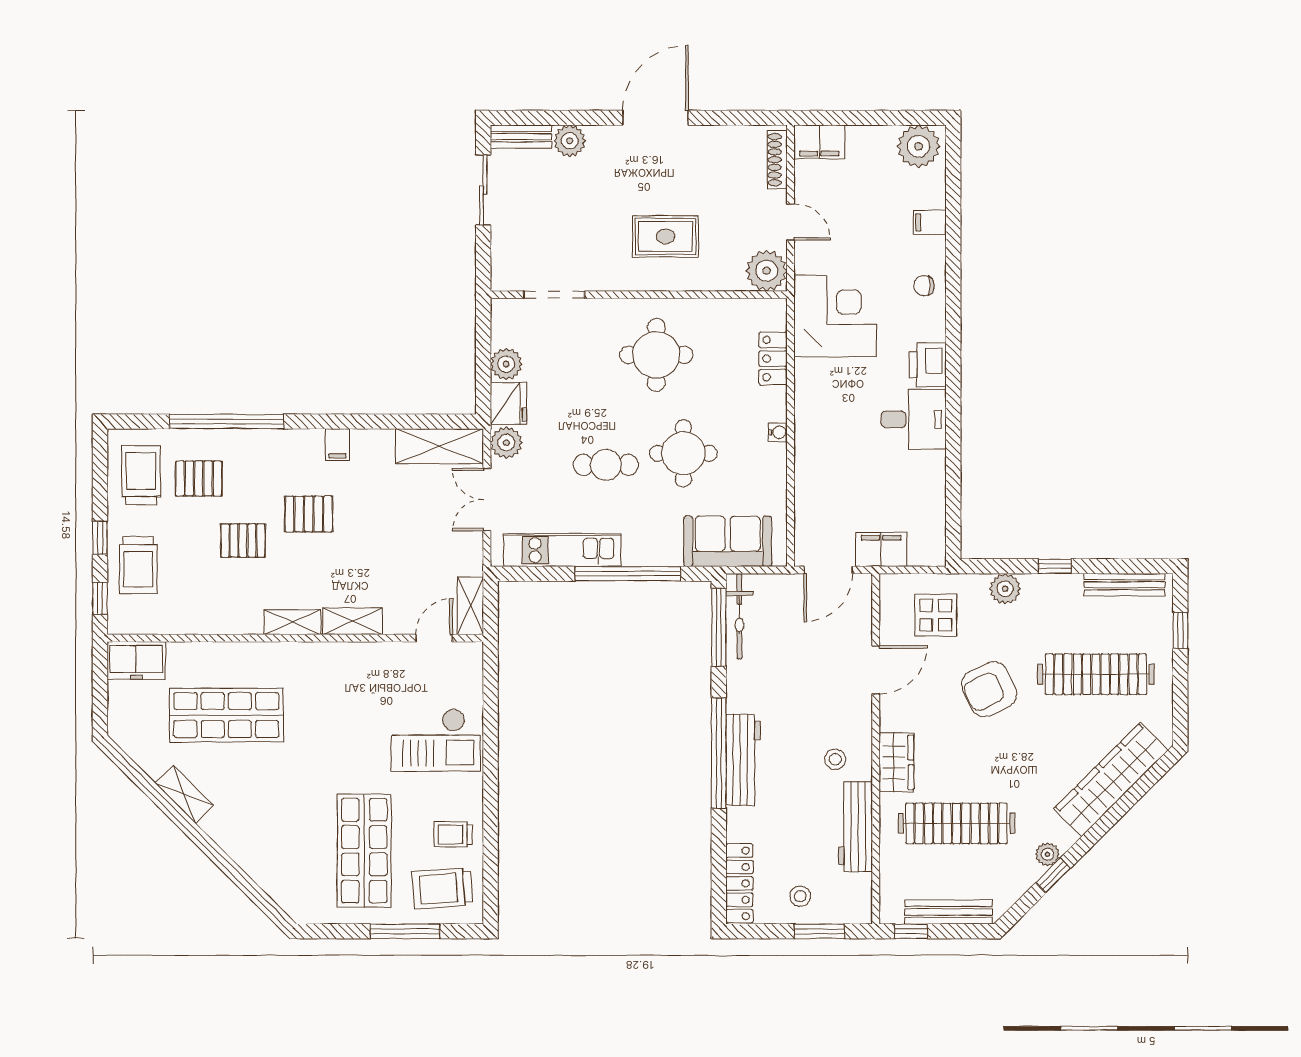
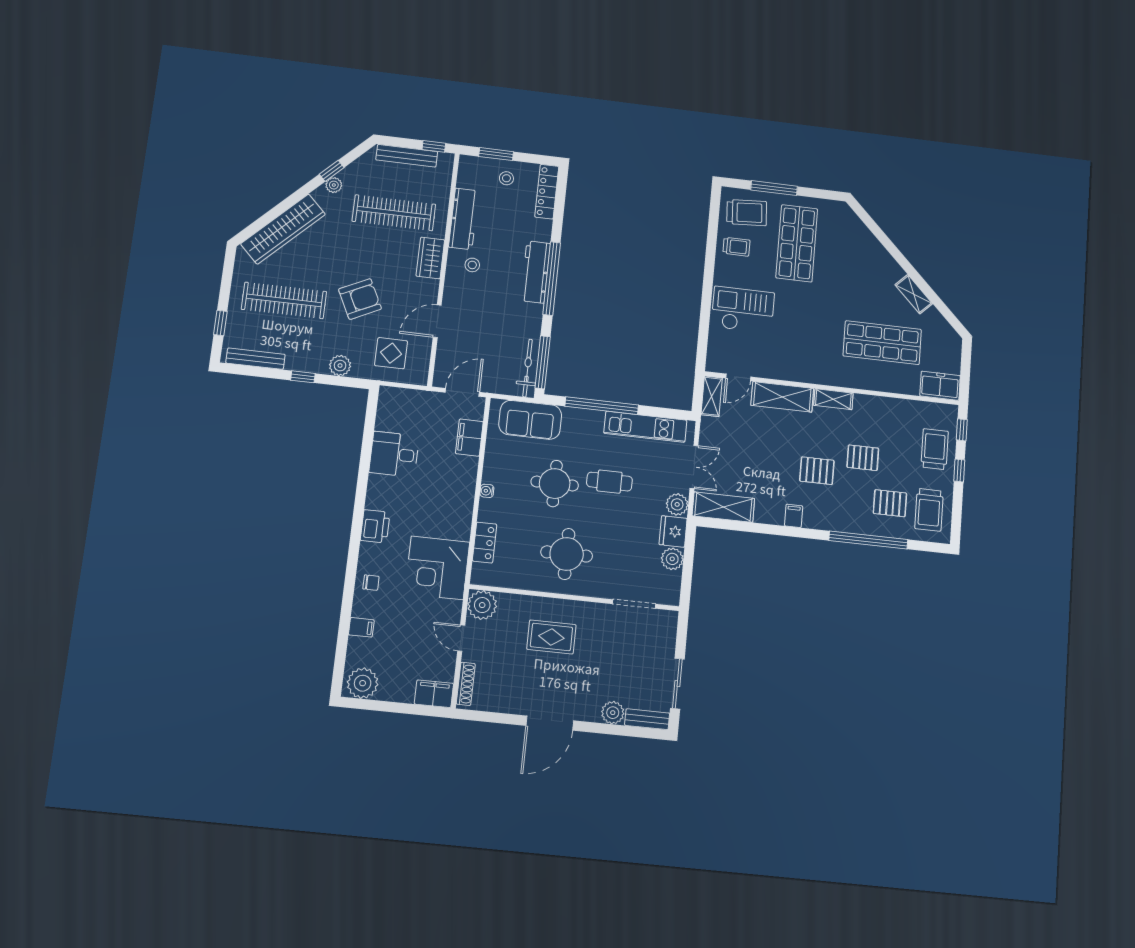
desk: (914, 419) -> (394, 454), moved
filing cabinet: (881, 550) -> (469, 438), moved, turned 90
shelving: (353, 621) -> (782, 397), width x1.50, depth x1.33

